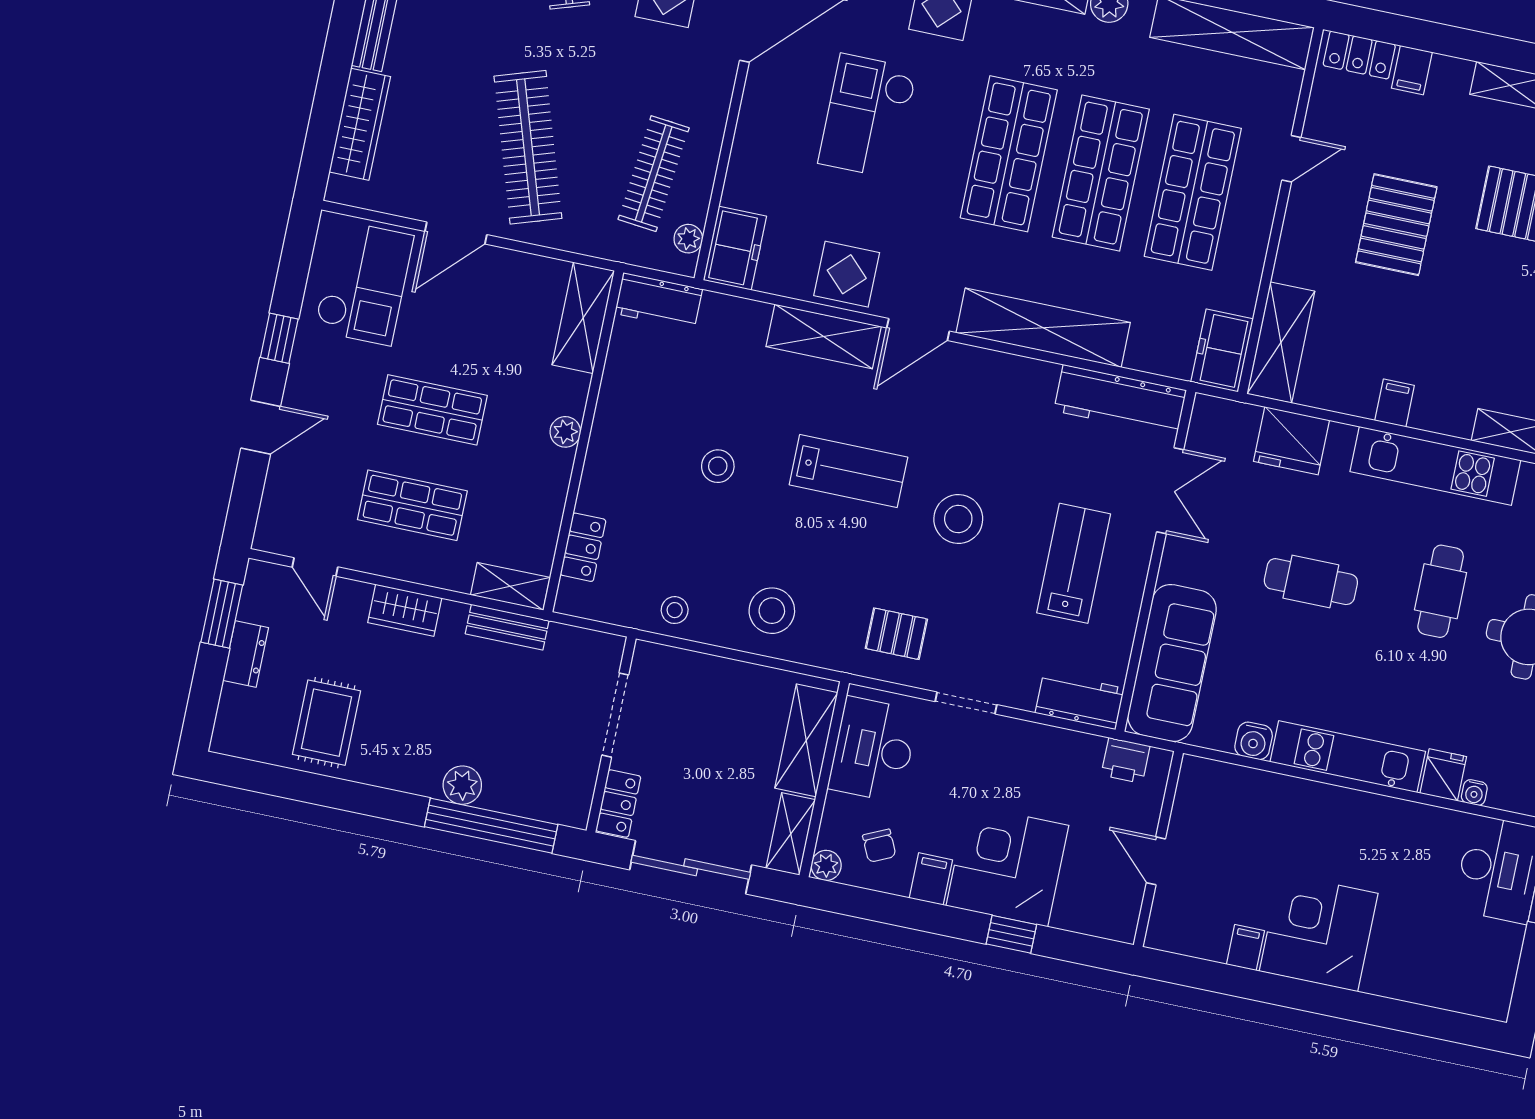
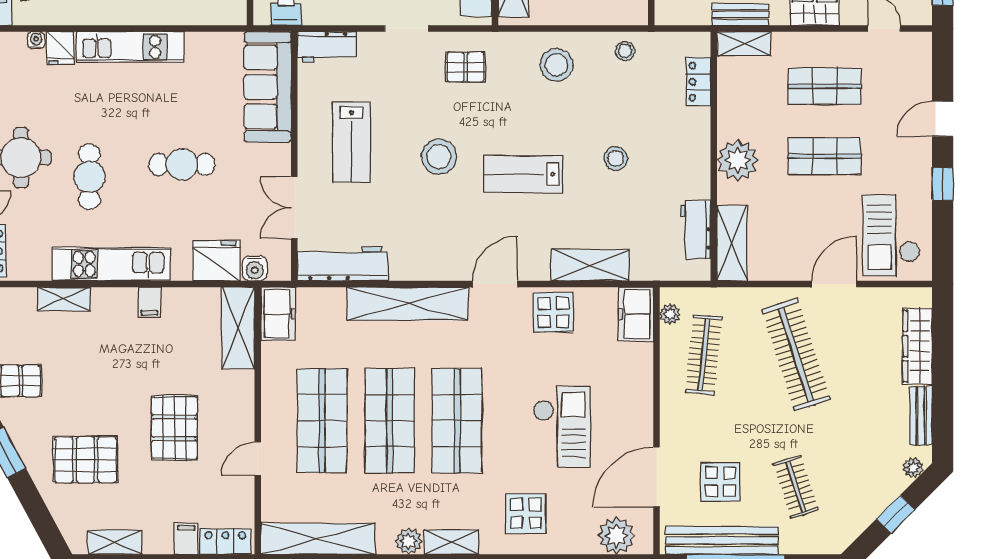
workbench: (659, 301) -> (696, 230), moved, turned -90
shelving: (824, 337) -> (590, 265), moved
plant: (565, 432) -> (738, 160), width x1.88, depth x1.88
water cooler: (1254, 741) -> (255, 268), moved, turned 180

